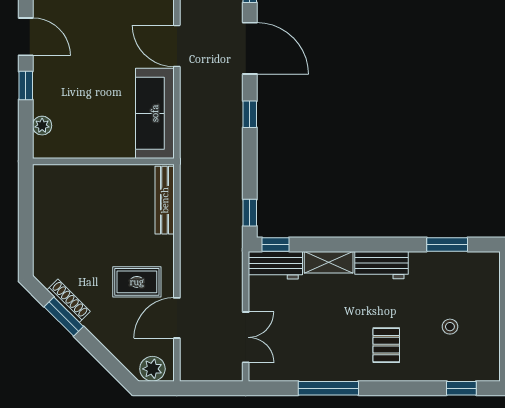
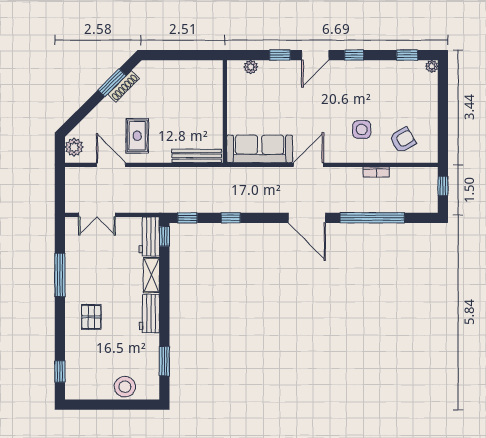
door: (250, 48) -> (307, 218), hinge flipped
window: (250, 114) -> (231, 218), moved
stool: (450, 327) -> (125, 387), moved, width x1.89, depth x1.89
pallet: (386, 345) -> (91, 317), turned 90

